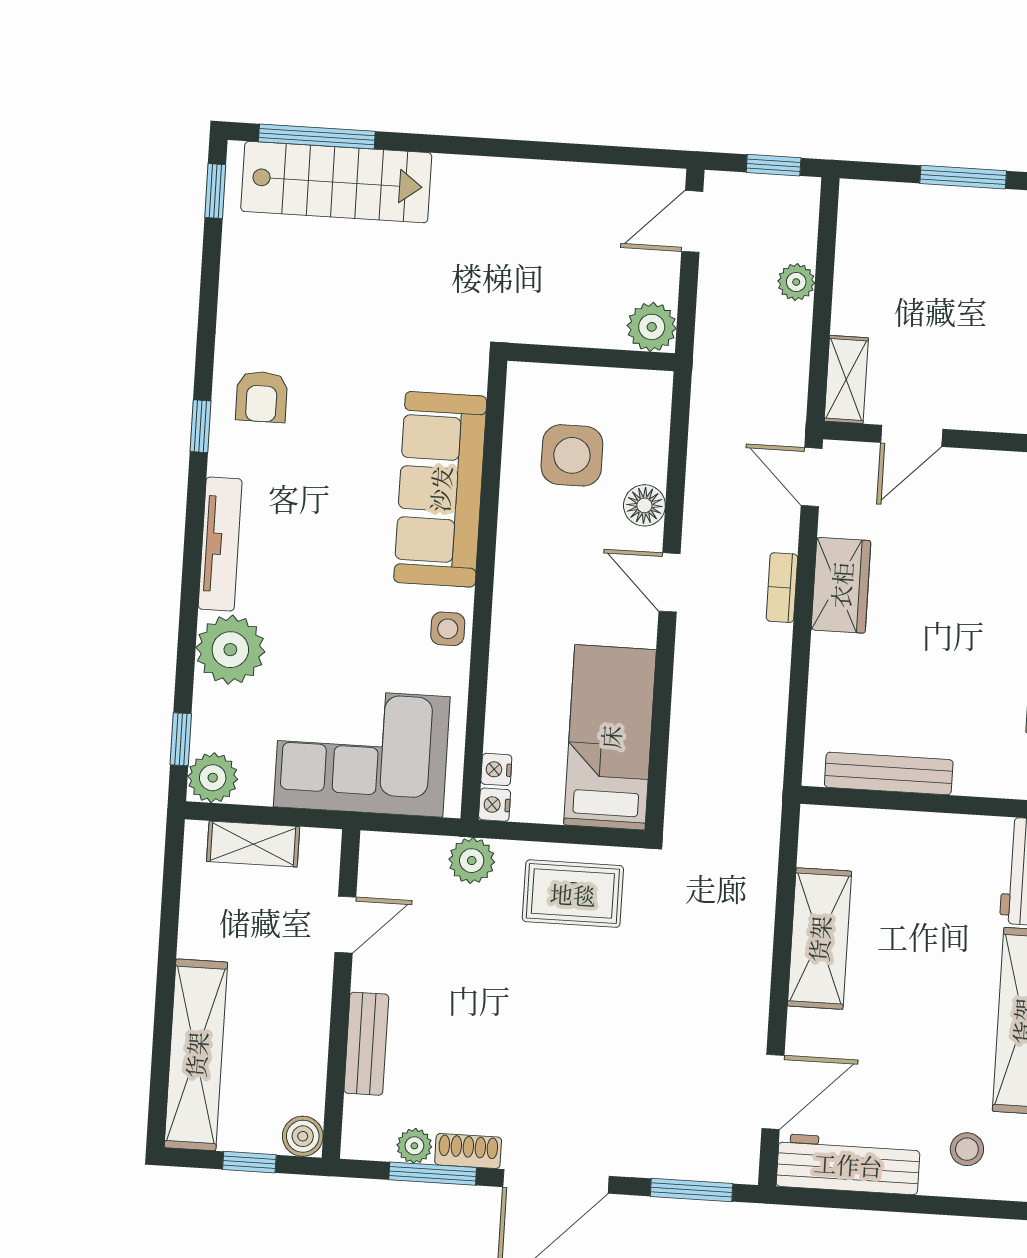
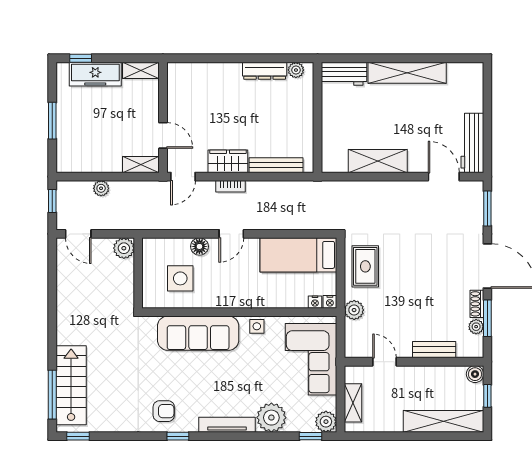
bench: (889, 773) -> (276, 165), moved, turned 90
stool: (967, 1149) -> (463, 93), removed

